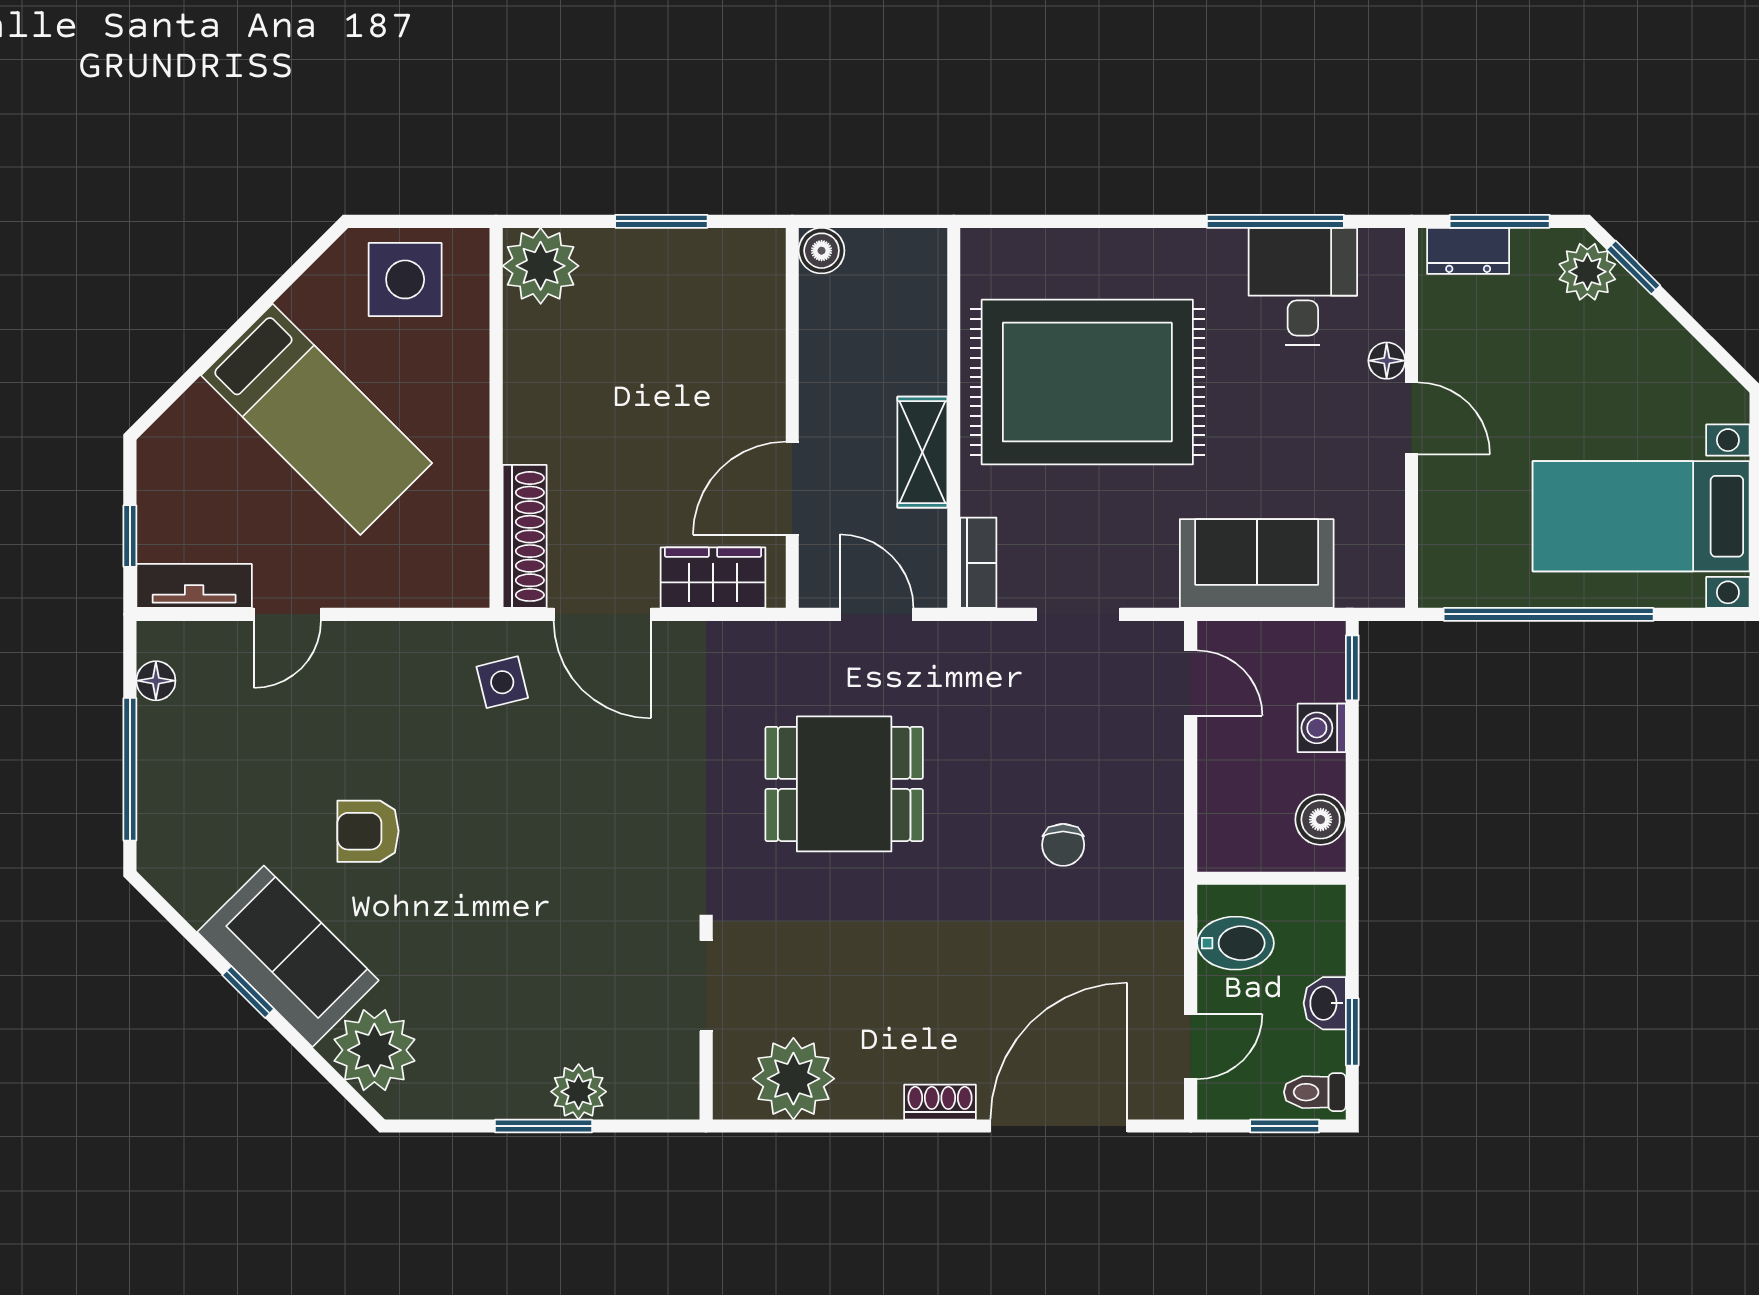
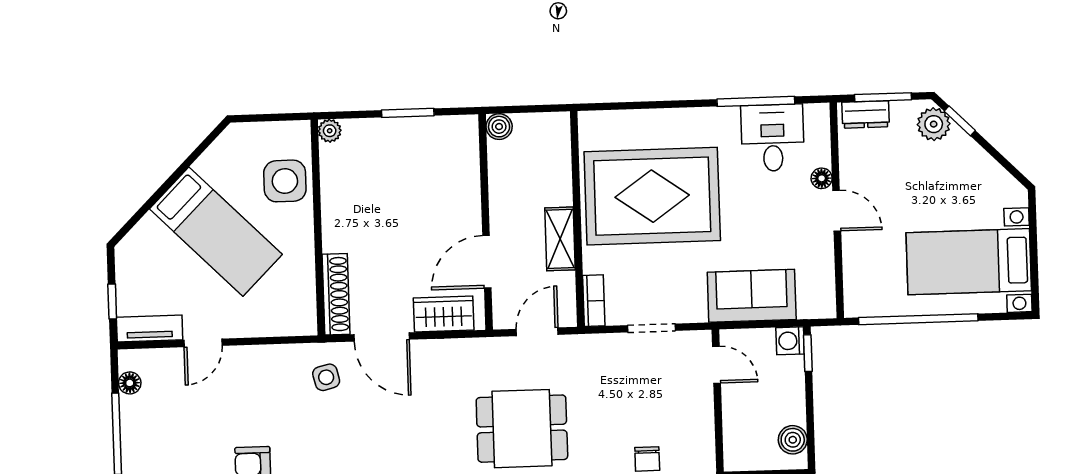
plant: (541, 266) -> (330, 131), width x0.53, depth x0.53
side table: (405, 279) -> (285, 181), moved
door: (877, 614) -> (537, 332), hinge flipped
washing machine: (1322, 728) -> (790, 341), moved

